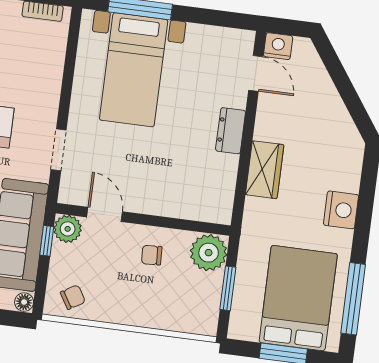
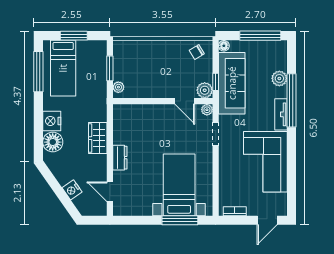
nightstand: (278, 46) -> (72, 190), moved, turned 55
floor lamp: (344, 173) -> (53, 142), added
plant: (68, 194) -> (207, 110), added
plant: (209, 253) -> (118, 87), width x0.53, depth x0.53
chair: (152, 255) -> (155, 82), removed
bed: (298, 298) -> (63, 68), width x0.67

